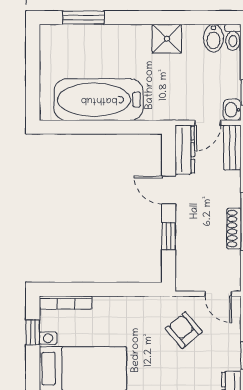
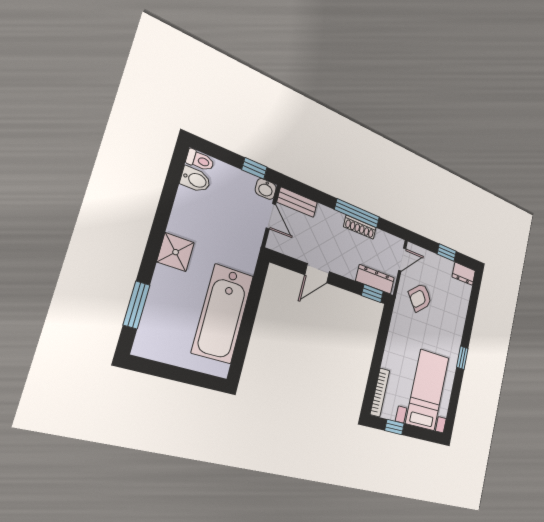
shower: (167, 39) -> (176, 252), moved
dresser: (185, 150) -> (375, 279), moved
window: (169, 236) -> (372, 293), moved

